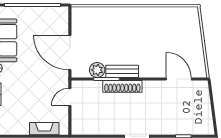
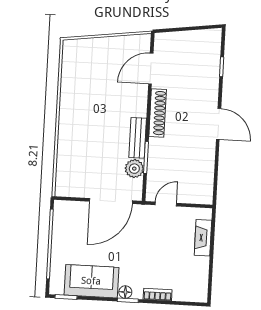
shoe rack: (122, 86) -> (158, 113), moved
door: (70, 97) -> (166, 204), swing flipped

